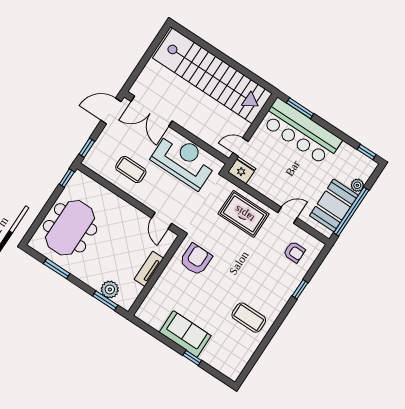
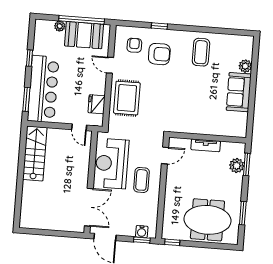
stairs: (212, 76) -> (35, 153), width x0.54, depth x0.66
water cooler: (96, 152) -> (142, 232), added
window: (367, 152) -> (30, 58), moved
coffee table: (131, 169) -> (141, 180), moved
fridge: (242, 170) -> (97, 104), moved
armchair: (196, 259) -> (159, 54), moved, turned 180
plant: (209, 356) -> (245, 66), added
window: (192, 358) -> (254, 77), removed

